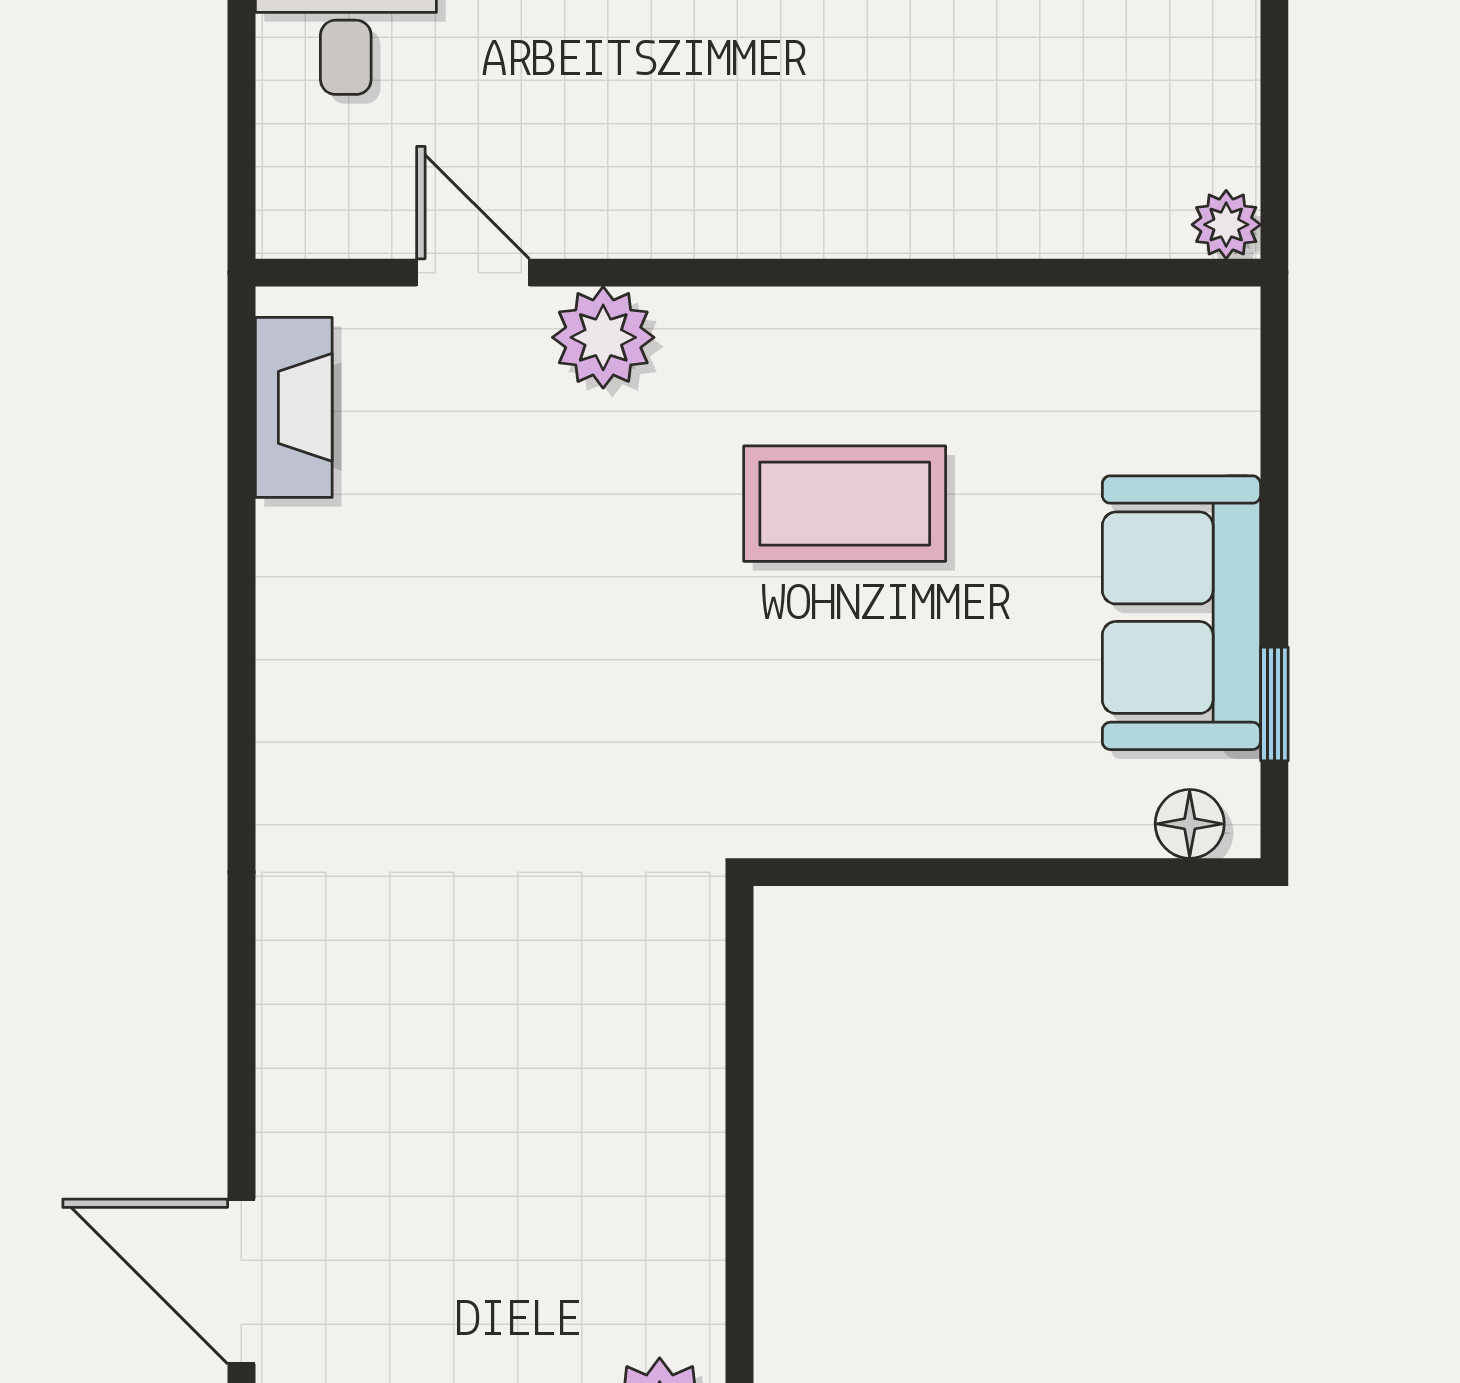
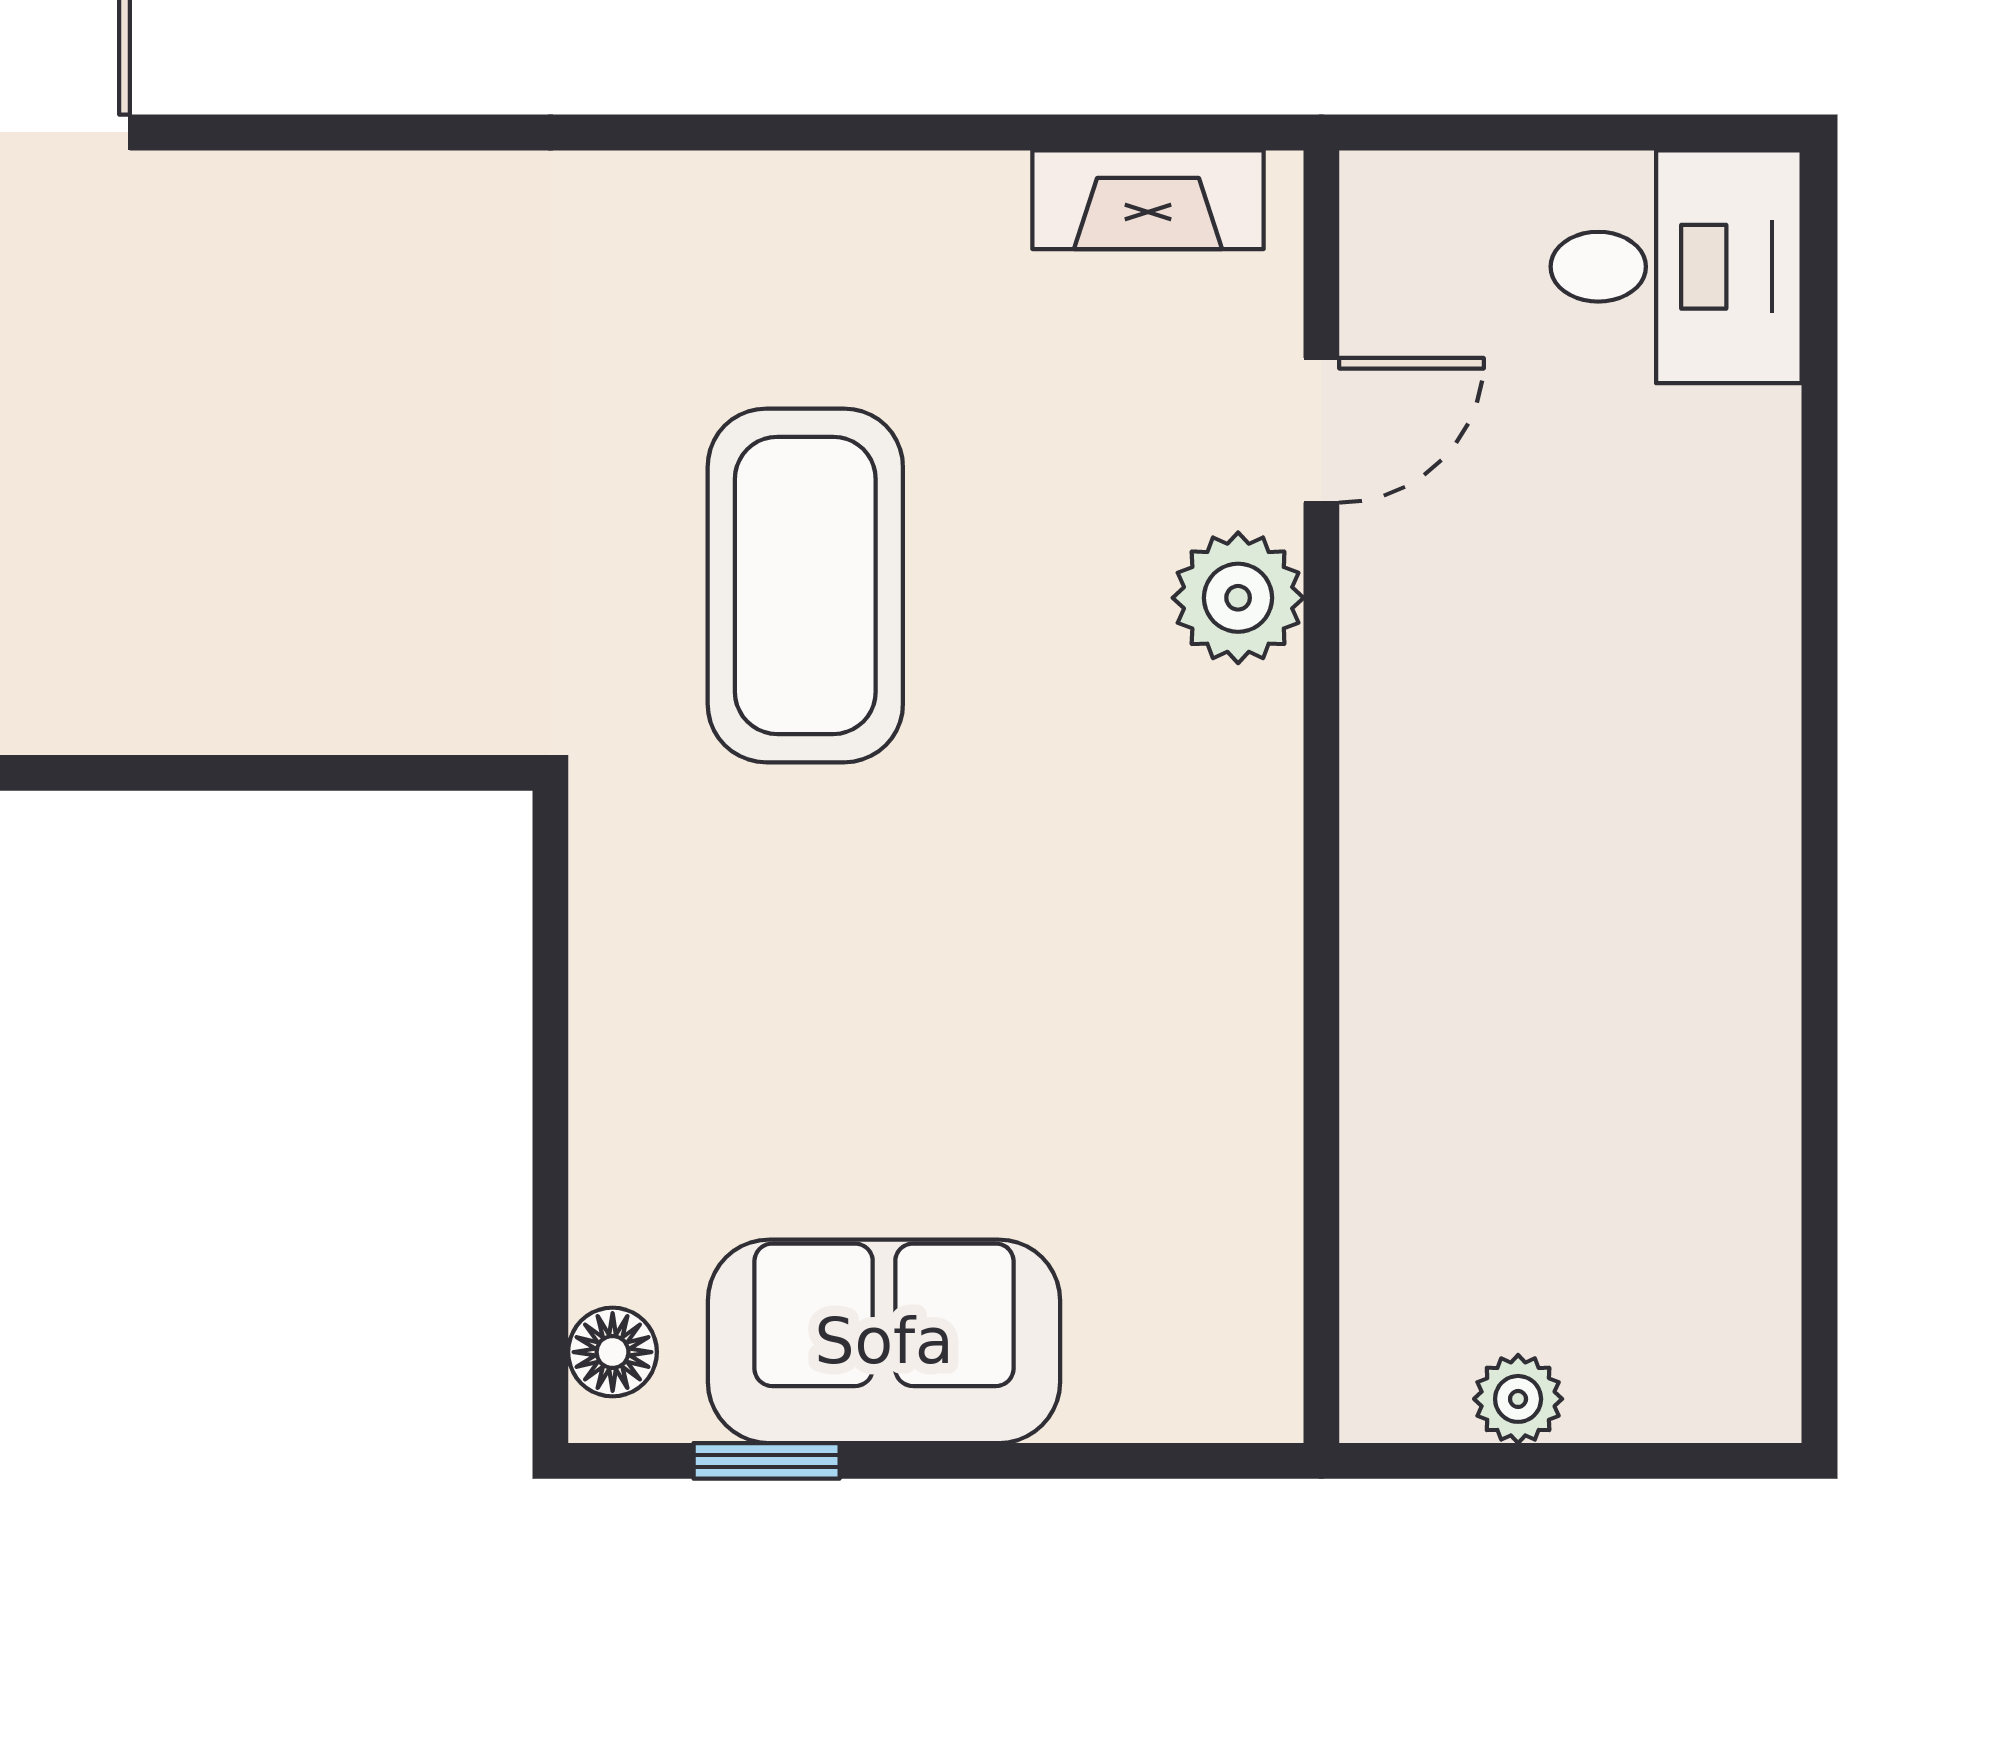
plant: (1226, 225) -> (1518, 1399), moved
coffee table: (845, 504) -> (805, 585), moved, width x1.36, depth x1.32

